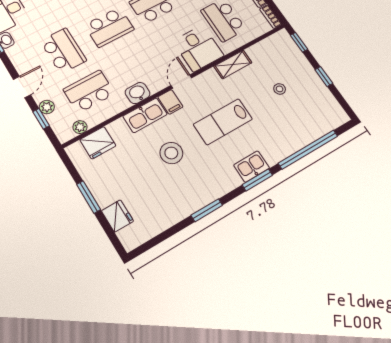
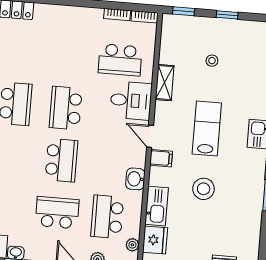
kitchen sink: (145, 115) -> (157, 206), moved
lab bench: (223, 122) -> (207, 129), turned 180

